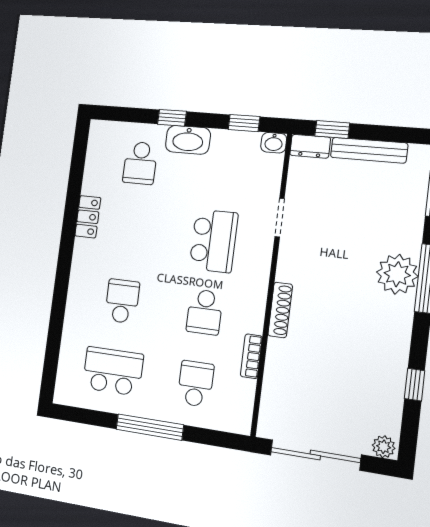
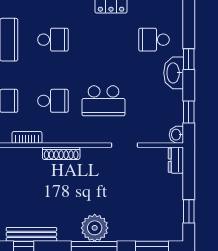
window: (332, 130) -> (189, 211), moved
bench: (369, 150) -> (31, 234), moved, turned 90
school desk: (205, 312) -> (53, 101), turned 180

